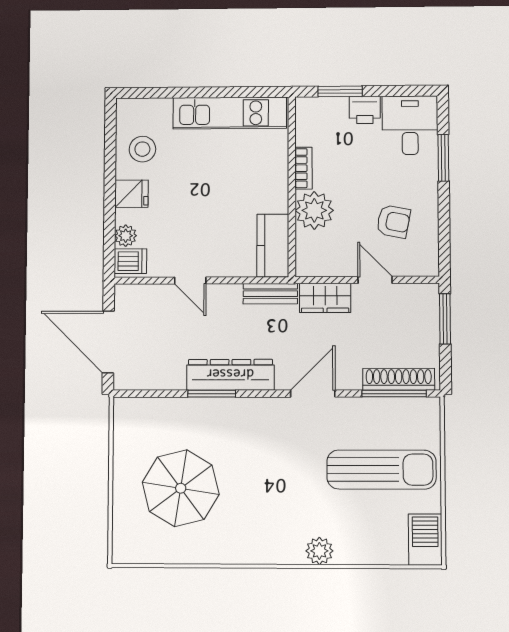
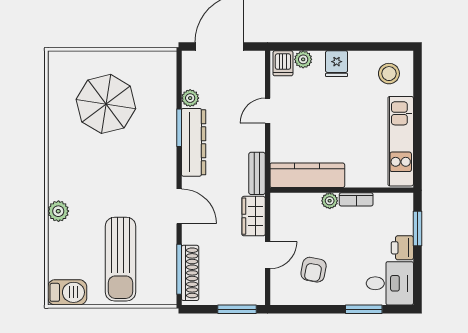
stool: (142, 149) -> (389, 74), moved
plant: (314, 210) -> (330, 201), width x0.53, depth x0.53
kitchen counter: (273, 246) -> (307, 175), width x1.50
plant: (174, 379) -> (190, 98), added

